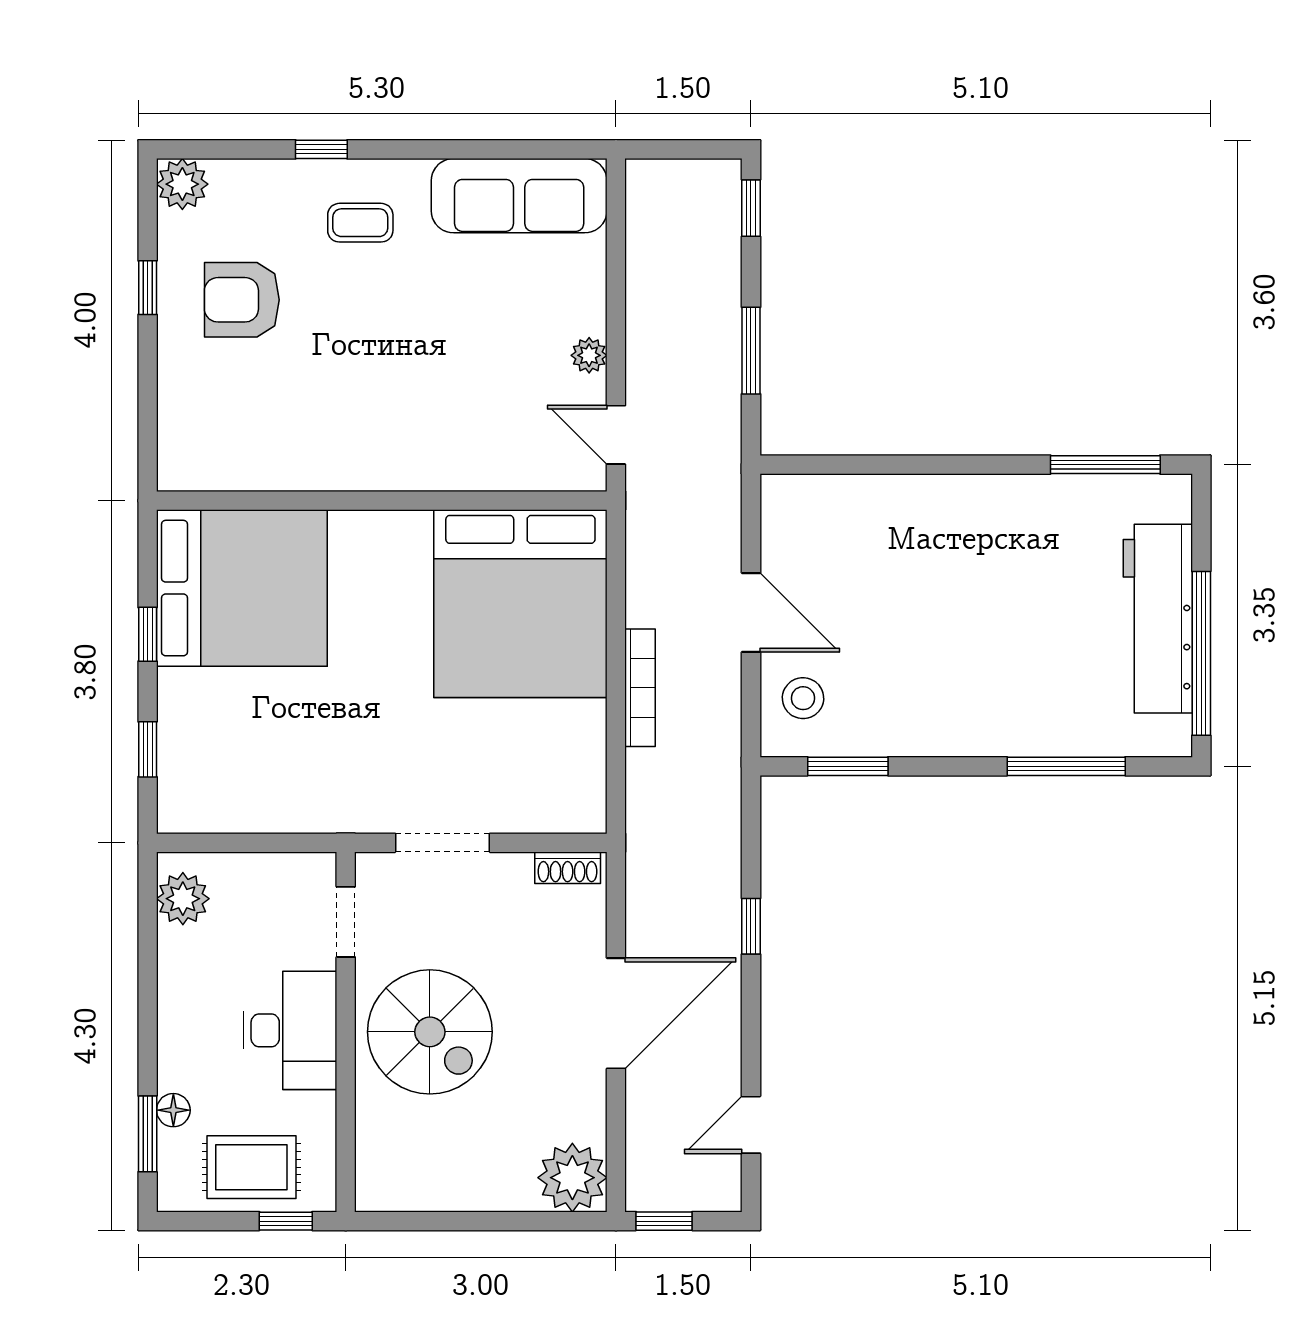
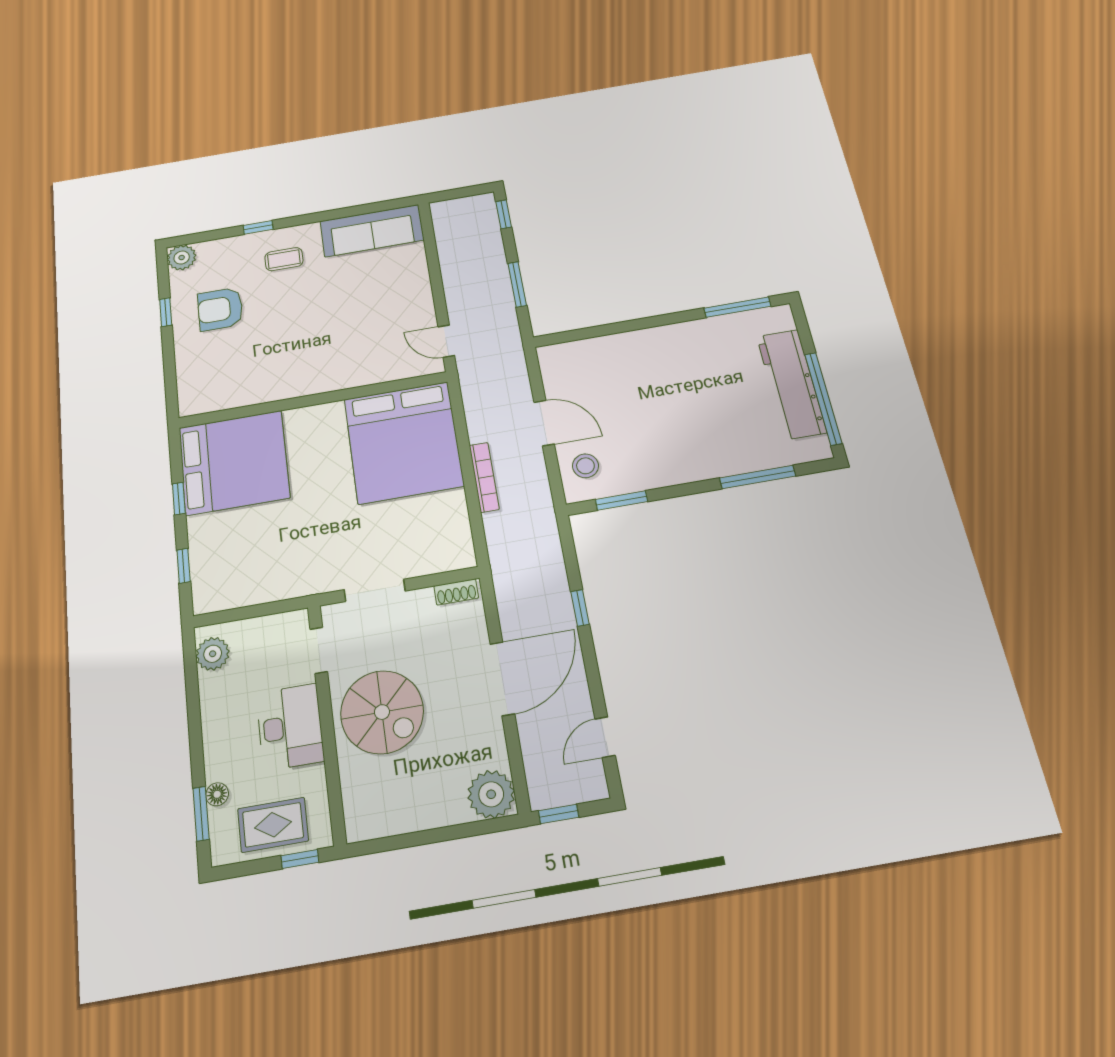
plant: (589, 355) -> (424, 303), removed

